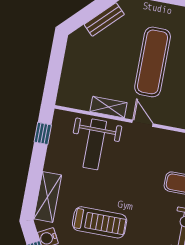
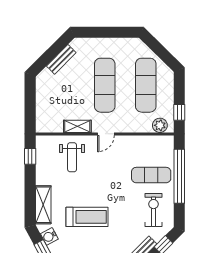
door: (143, 123) -> (106, 134), swing flipped
weight bench: (95, 144) -> (72, 157), width x0.73, depth x0.75

